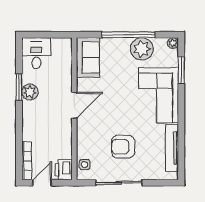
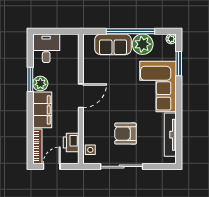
sofa: (88, 58) -> (113, 44), moved, turned 90
filing cabinet: (32, 121) -> (42, 110), added
printer: (64, 170) -> (71, 142), moved

